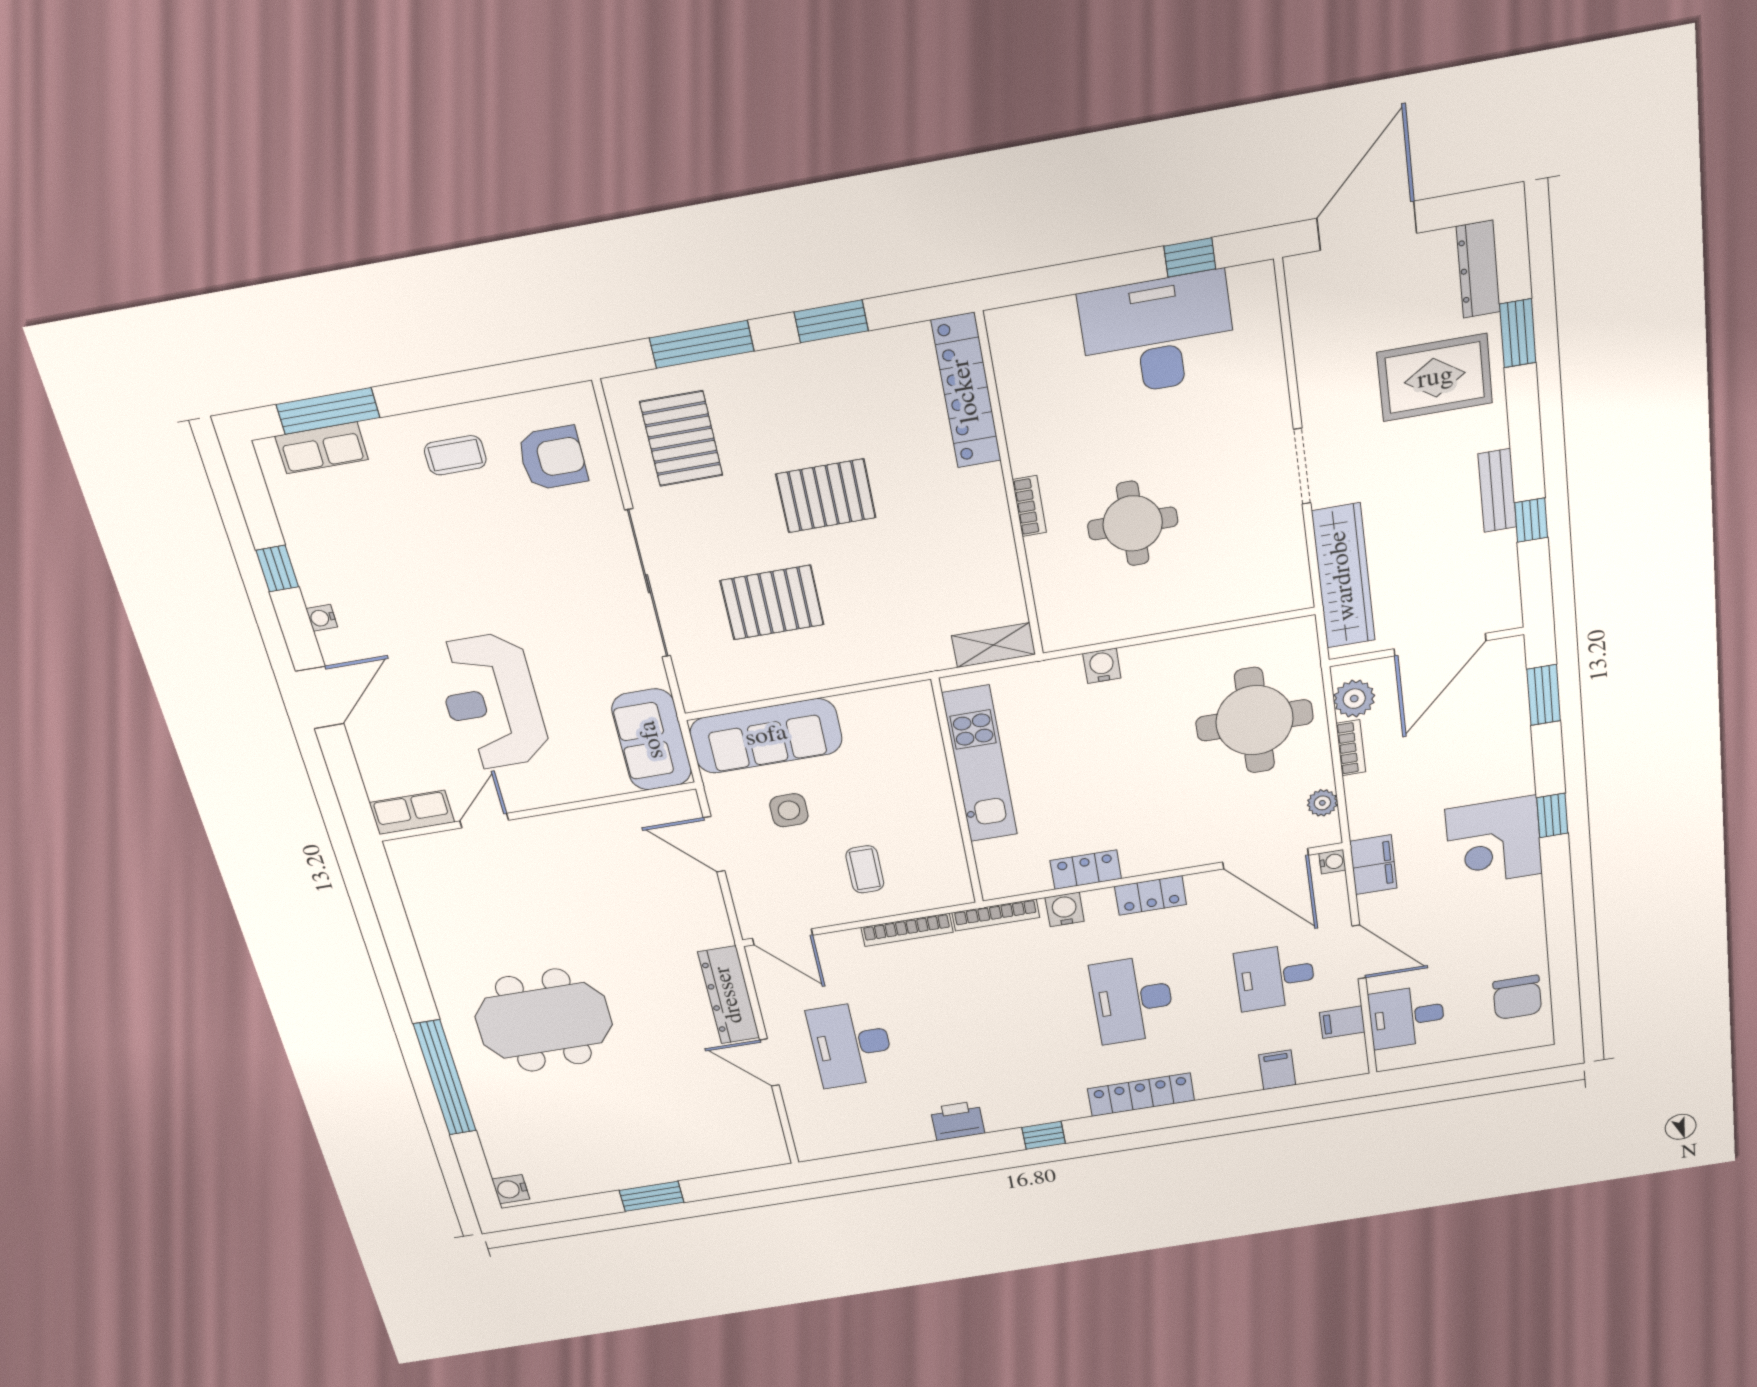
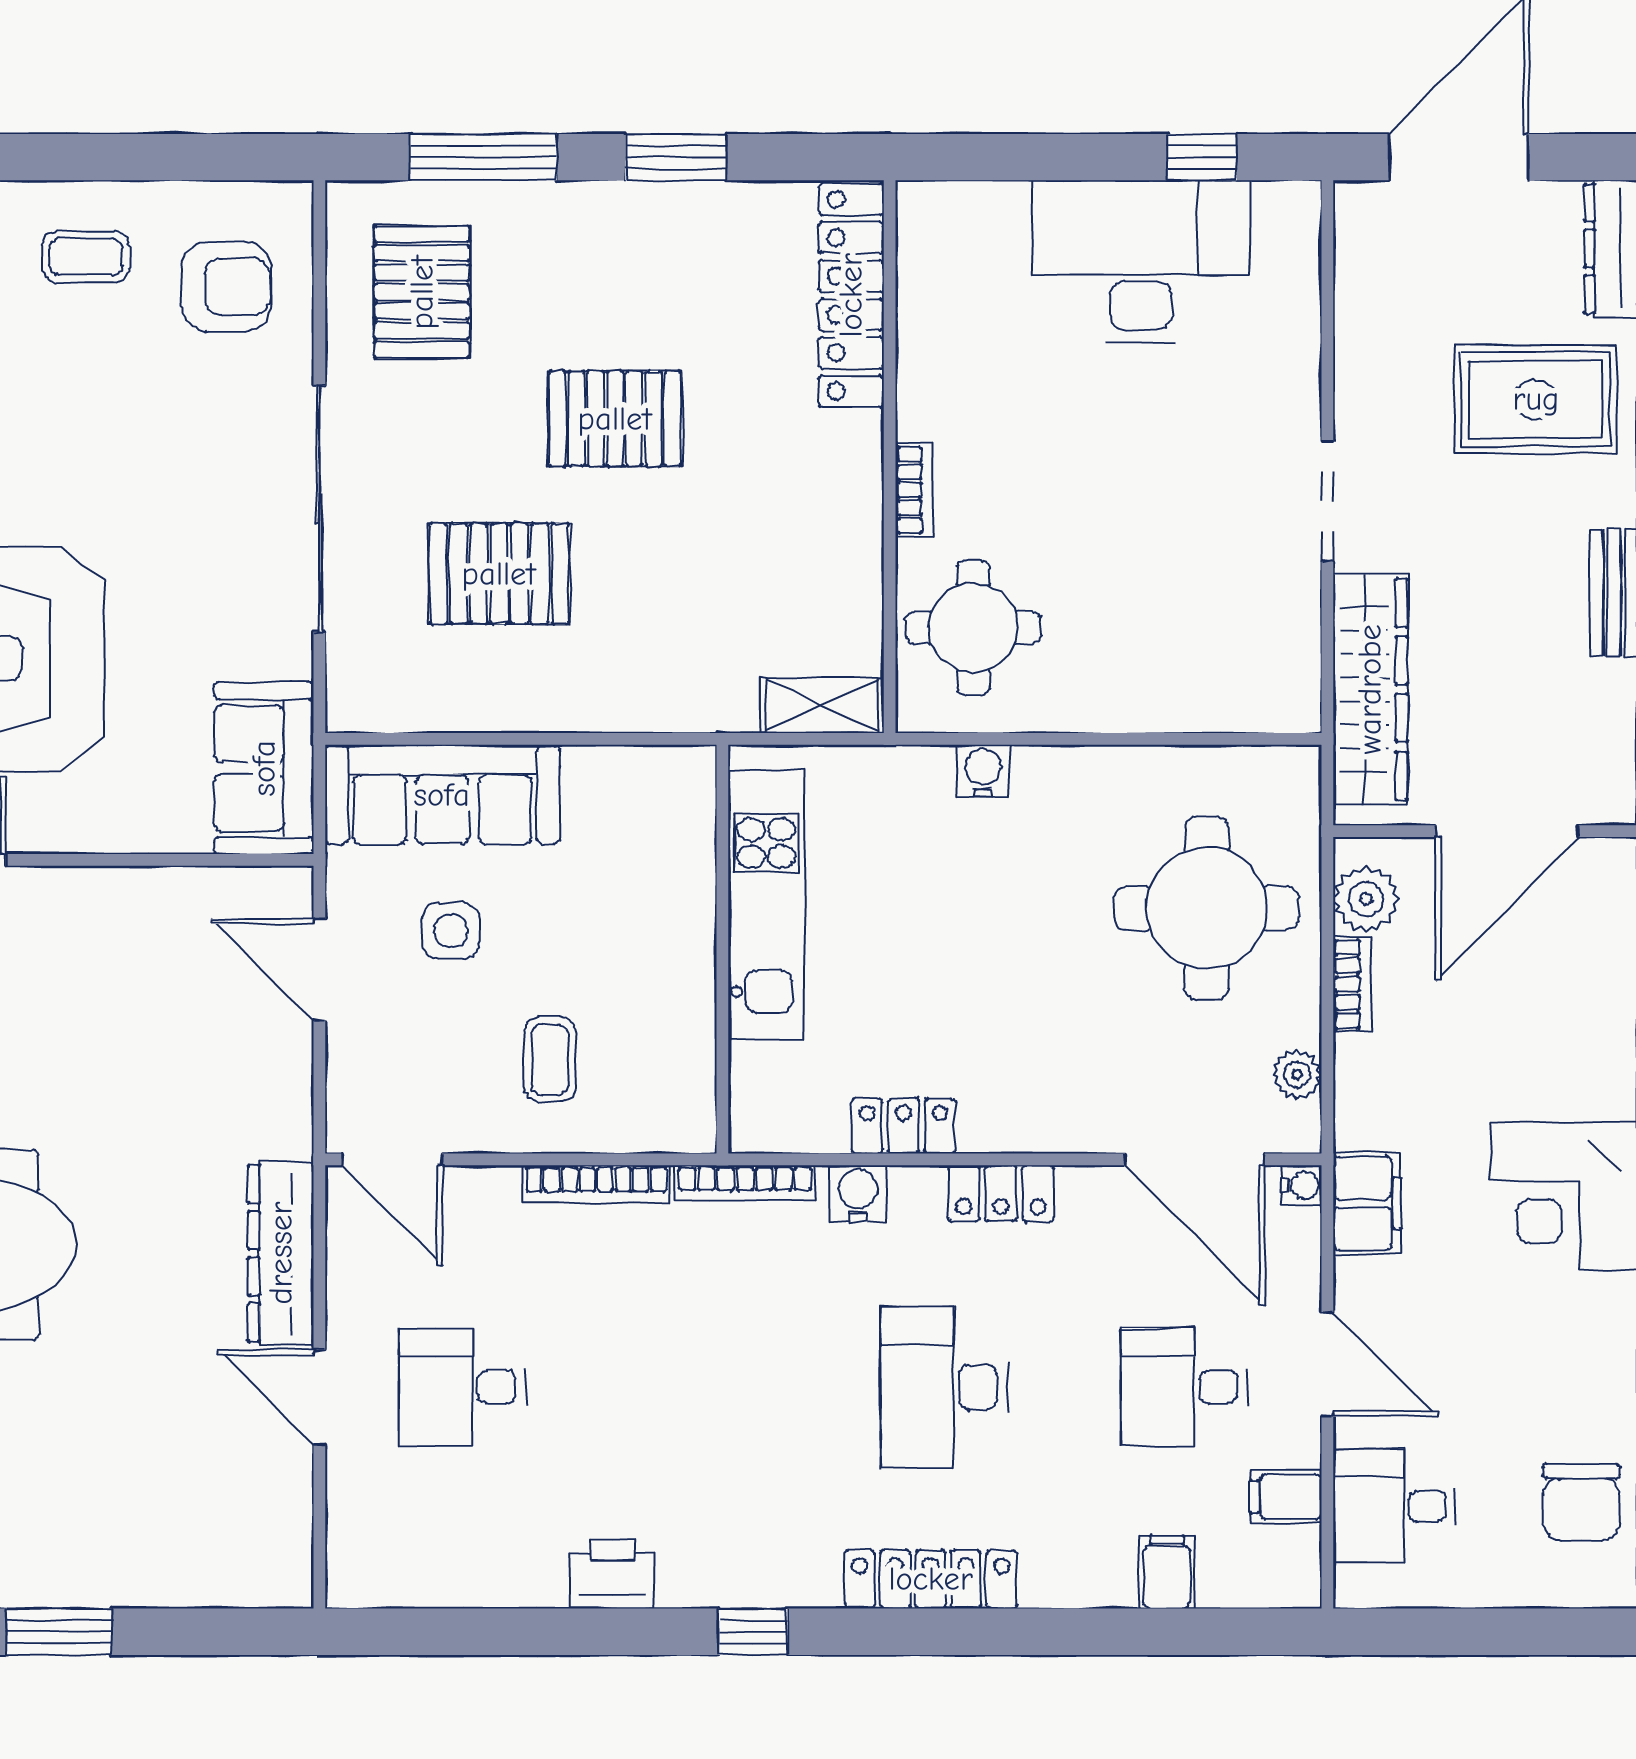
round table: (1133, 523) -> (973, 628), moved
desk: (851, 1044) -> (462, 1387), width x0.73

